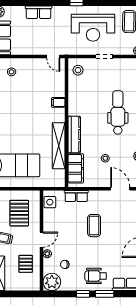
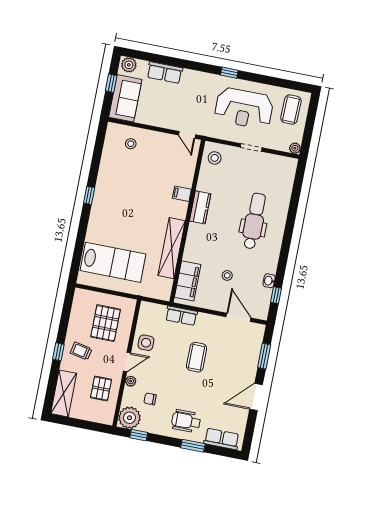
row of seats: (39, 12) -> (165, 73), moved
kitchen counter: (74, 134) -> (200, 207), moved, width x0.67
side table: (50, 202) -> (146, 343), moved
window: (83, 294) -> (139, 435), moved

